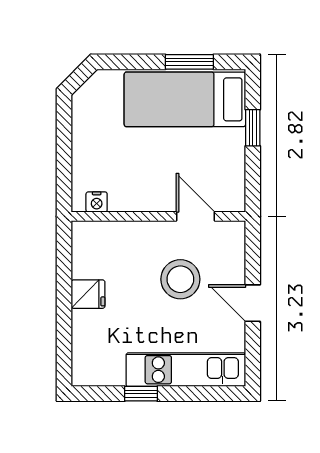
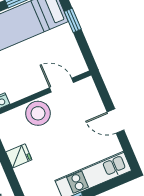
stool: (180, 279) -> (38, 113), moved

